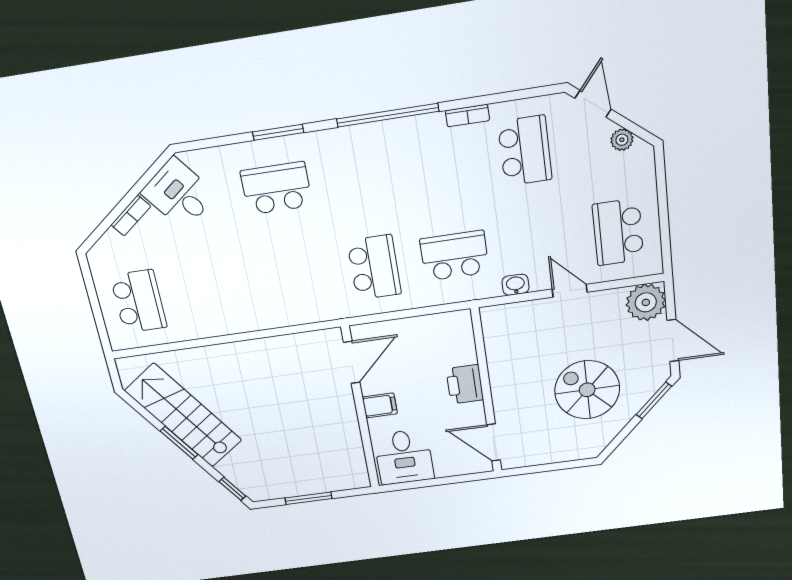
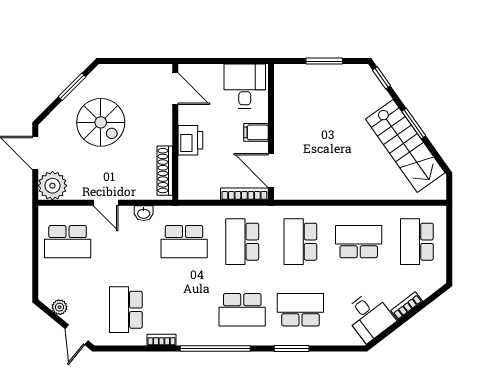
school desk: (358, 176) -> (242, 310), added
school desk: (276, 188) -> (300, 310), turned 180
school desk: (618, 232) -> (68, 242), turned 90
school desk: (295, 279) -> (300, 242), added
school desk: (216, 290) -> (359, 242), added
bookcase: (382, 329) -> (244, 194), added
shoe rack: (494, 343) -> (165, 171), added
door: (352, 362) -> (271, 171), hinge flipped
window: (654, 400) -> (72, 87), moved

